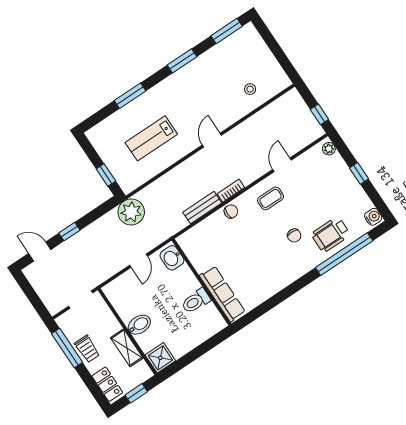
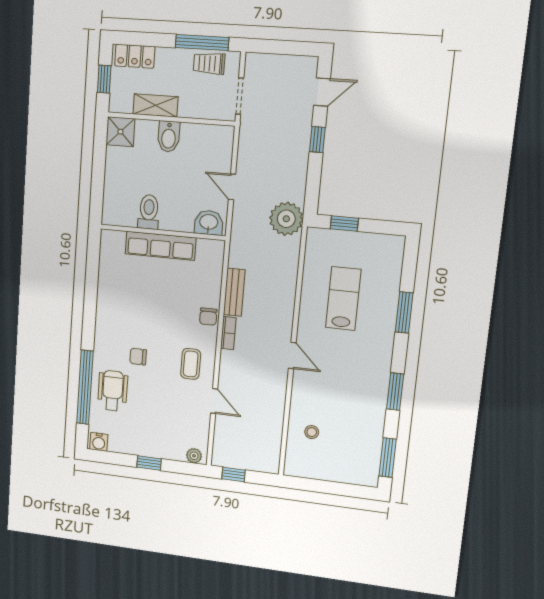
row of seats: (222, 294) -> (160, 246), moved
trolley: (87, 349) -> (209, 63), moved

